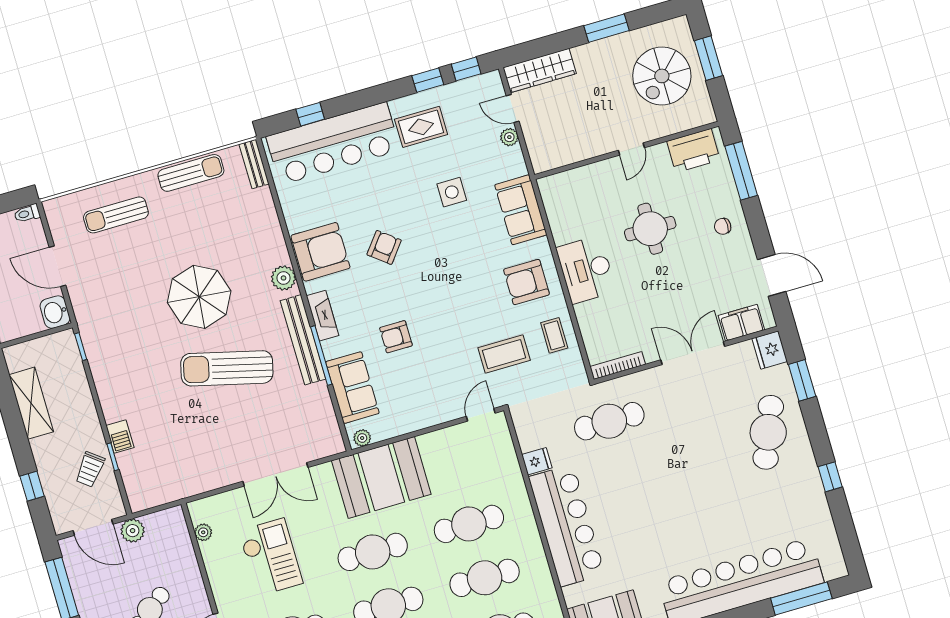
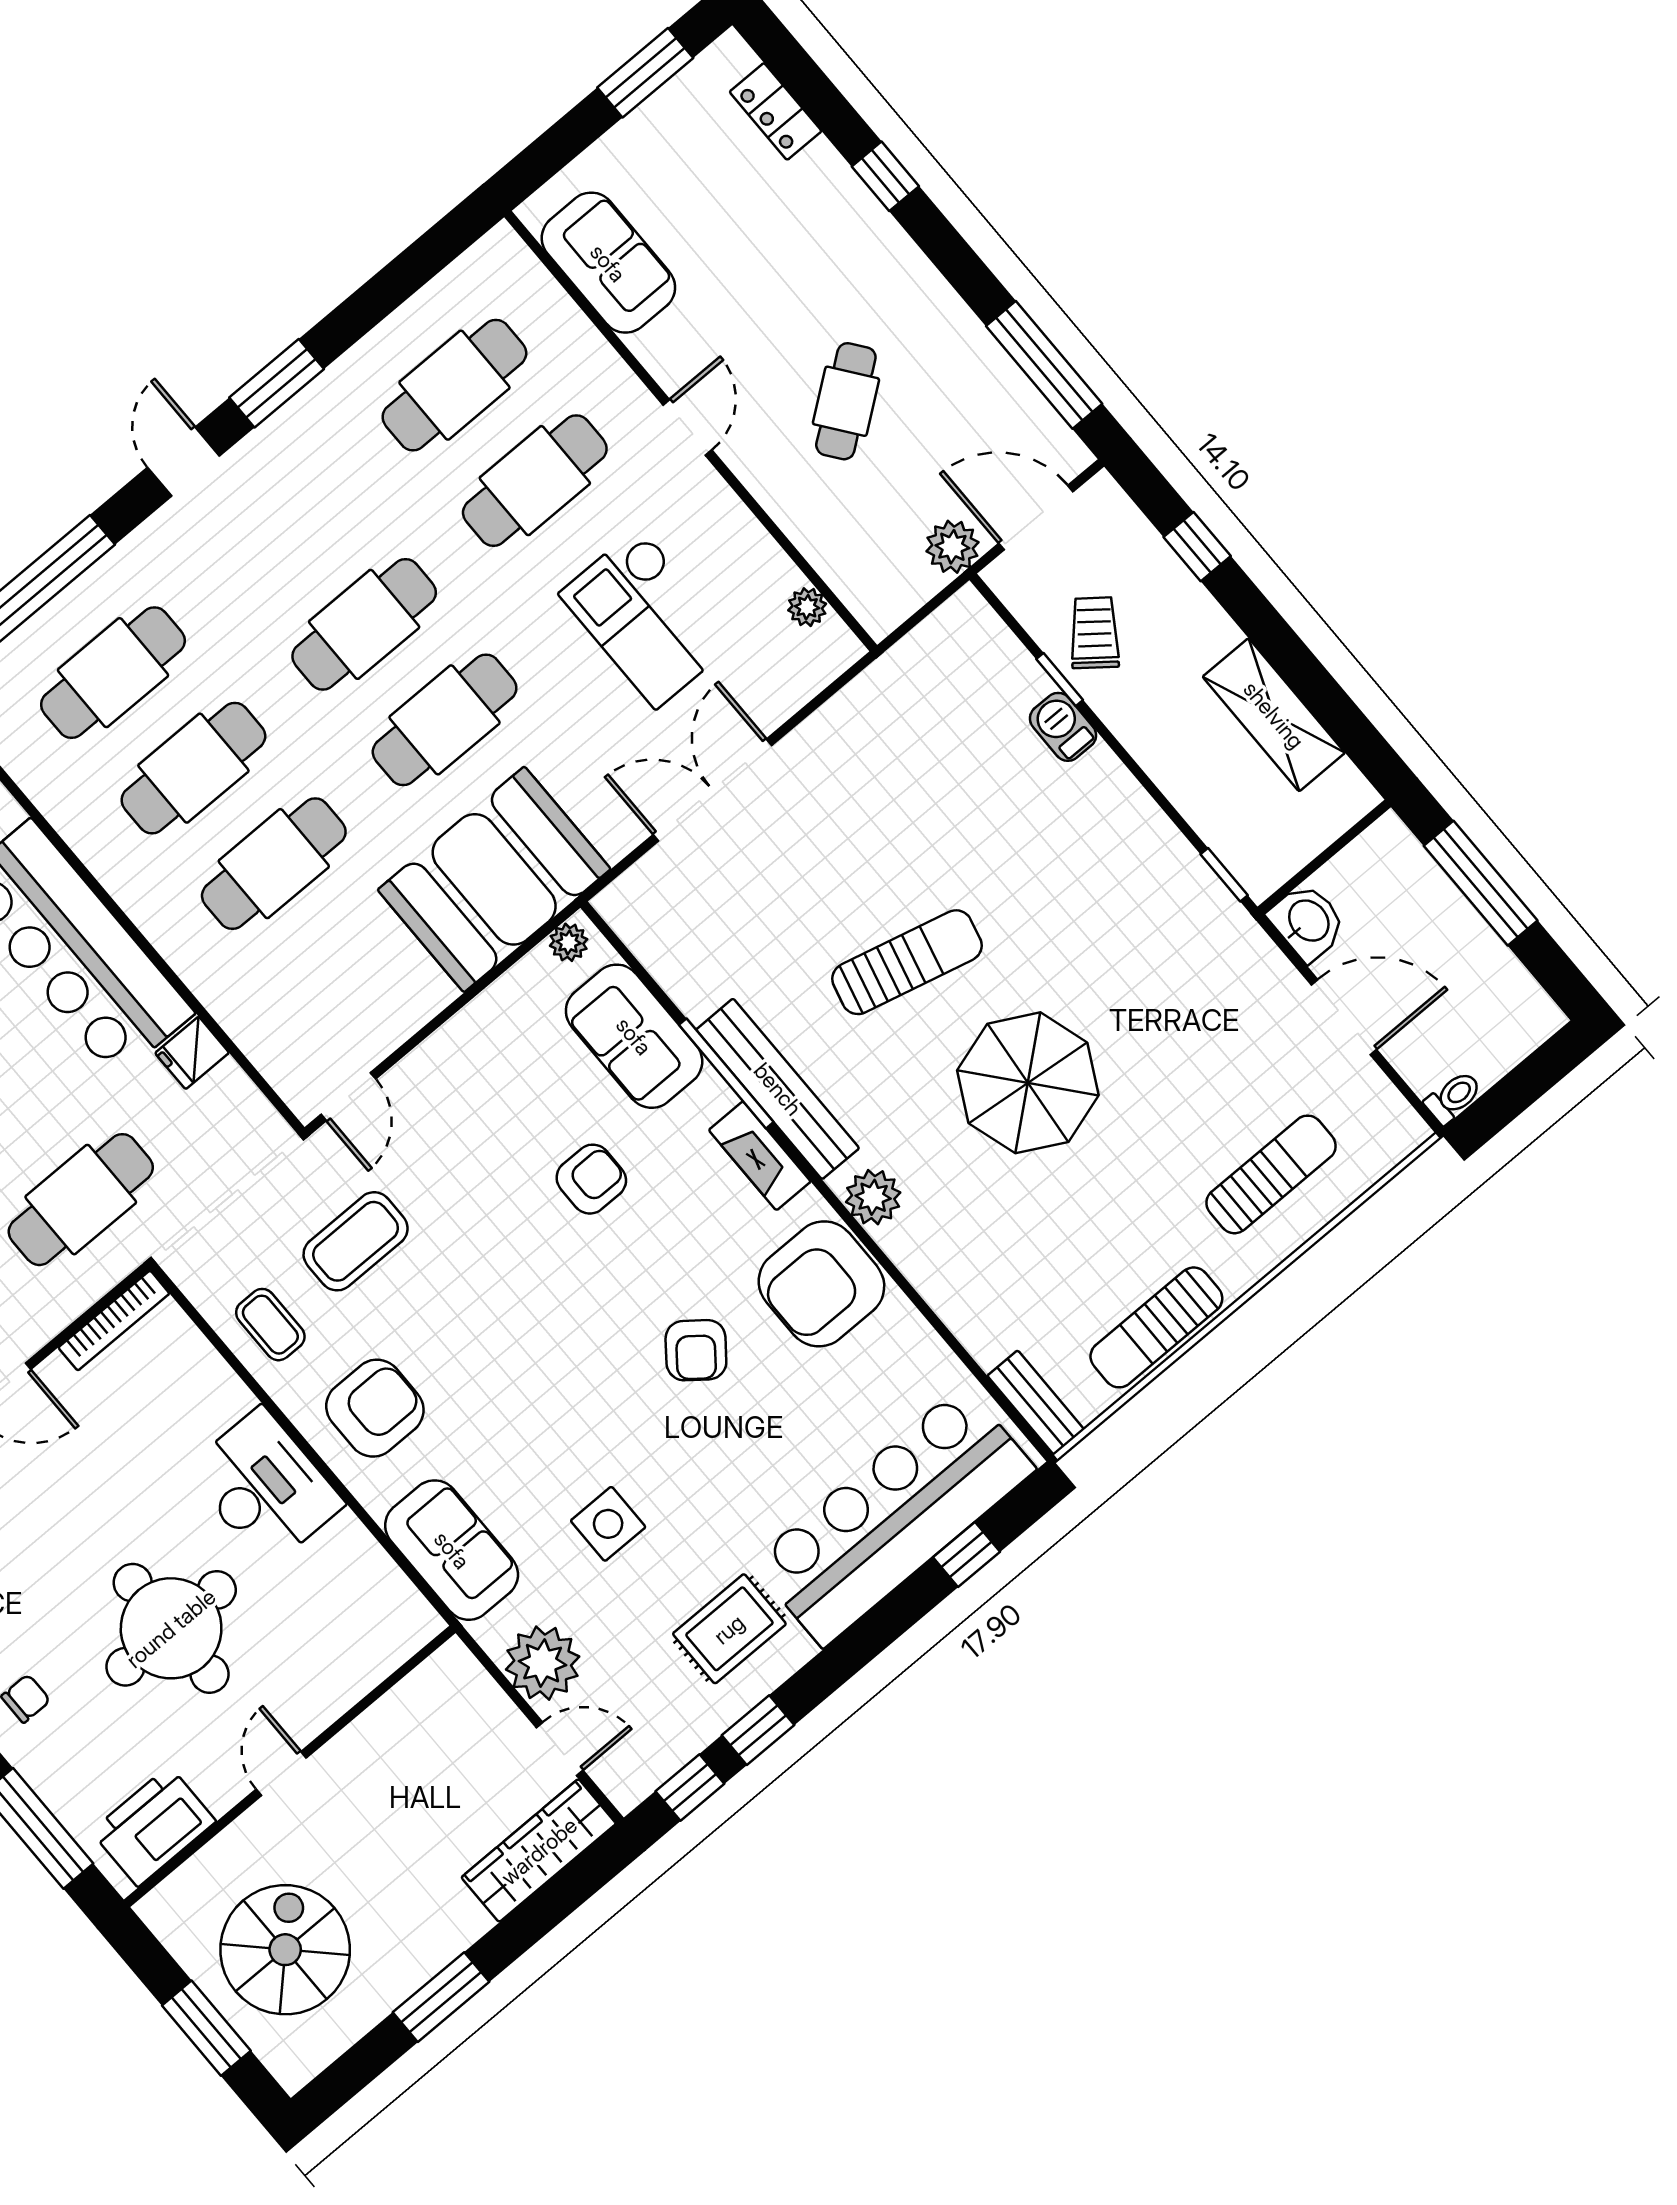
plant: (509, 137) -> (543, 1663), width x1.87, depth x1.87
round table: (650, 229) -> (171, 1628), width x1.36, depth x1.36
sun lounger: (227, 368) -> (907, 962), width x0.73, depth x0.75

